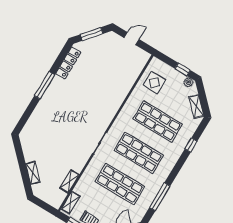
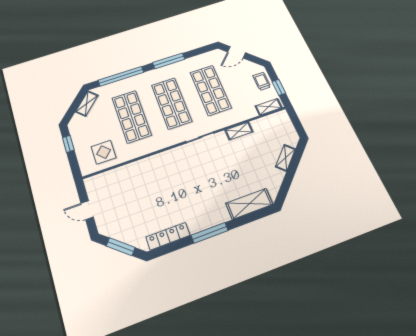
plant: (188, 82) -> (74, 129), removed
shelving: (34, 123) -> (249, 204), added
window: (191, 145) -> (121, 76), width x3.17
shelving: (69, 181) -> (239, 131), moved
window: (160, 197) -> (169, 61), moved

